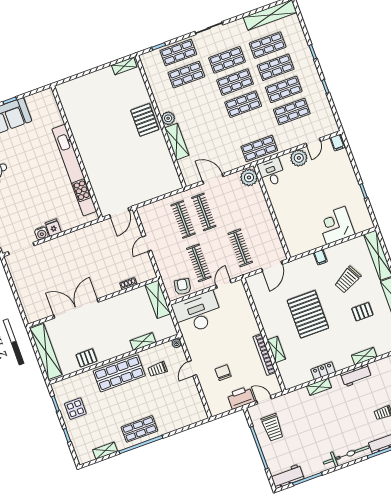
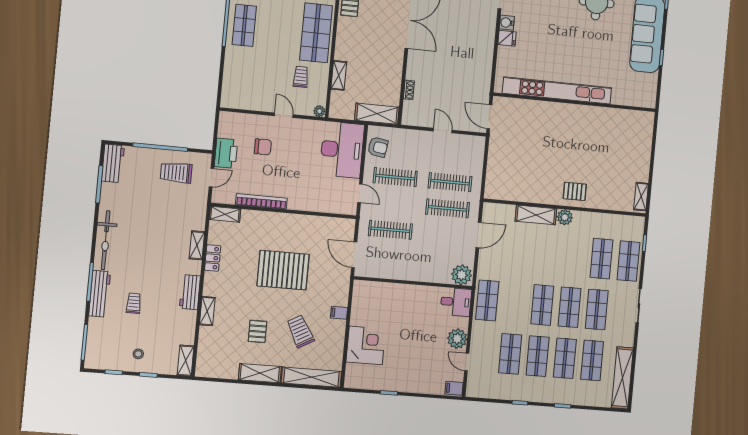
pallet: (145, 120) -> (575, 191), width x0.67, depth x0.71
shelving: (276, 350) -> (225, 214), moved

